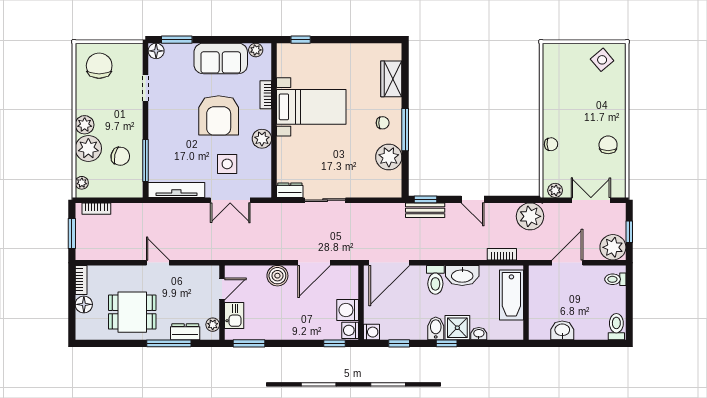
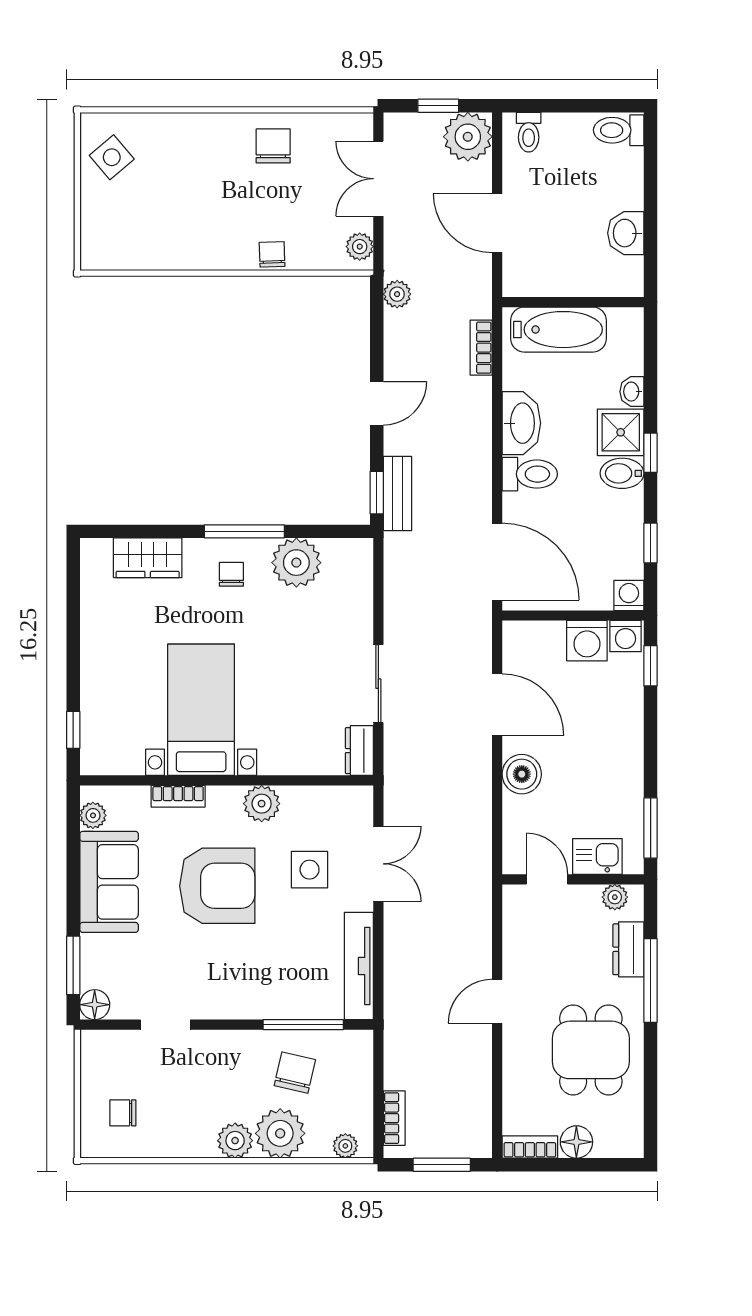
chair: (99, 66) -> (123, 1113), width x0.54, depth x0.54
chair: (608, 145) -> (273, 146), turned 90
plant: (530, 216) -> (397, 294), width x0.53, depth x0.53

